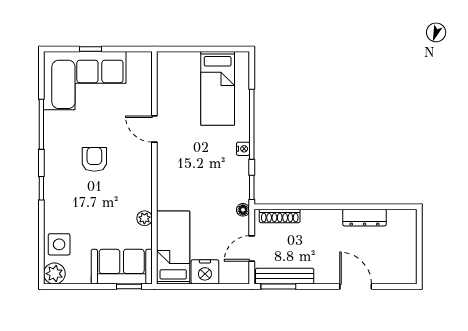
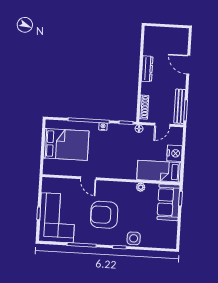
bed: (218, 88) -> (66, 144), width x1.50
door: (154, 129) -> (88, 178), hinge flipped
armchair: (94, 159) -> (104, 215), width x1.88, depth x1.88
dresser: (365, 218) -> (147, 69), moved
side table: (59, 244) -> (134, 238), moved
door: (252, 249) -> (162, 125), hinge flipped
plant: (54, 274) -> (170, 242), removed
door: (356, 287) -> (188, 65), hinge flipped

